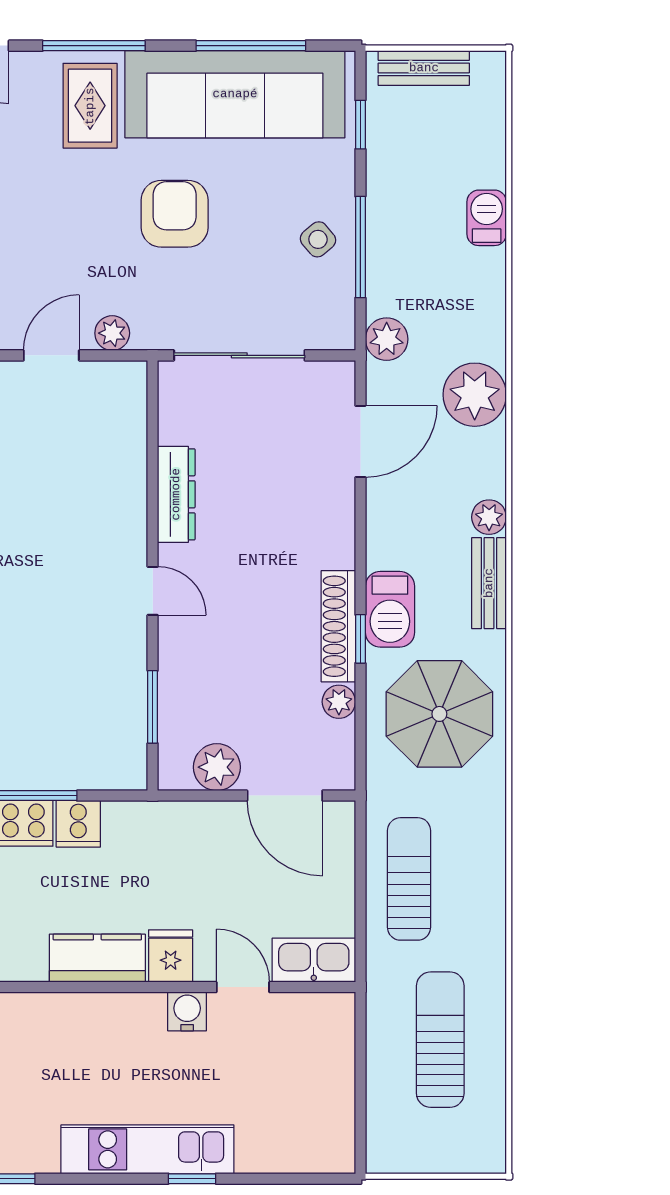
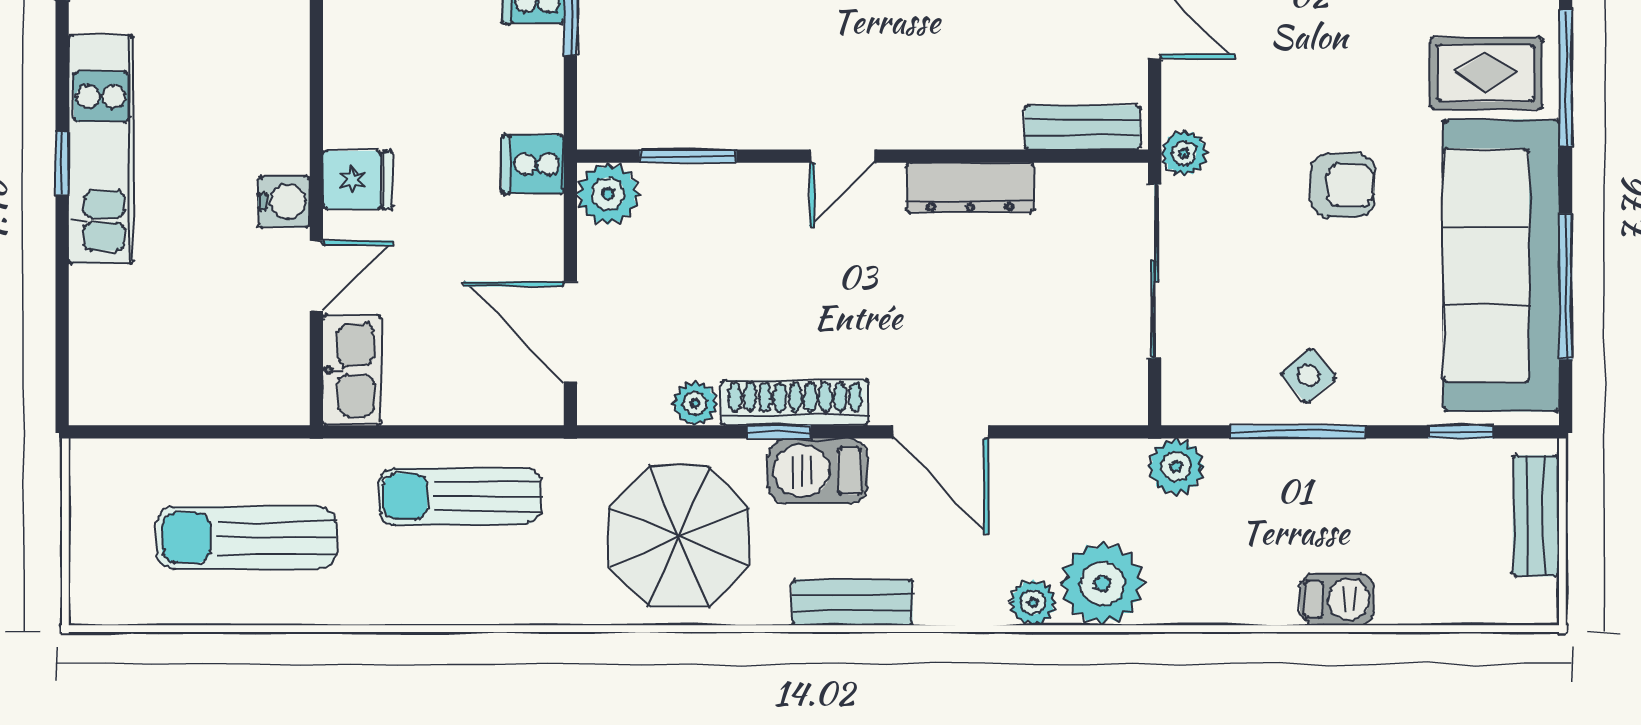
armchair: (175, 214) -> (1342, 185), width x0.72, depth x0.72
plant: (112, 333) -> (1184, 153), moved
bench: (131, 410) -> (1083, 127), added
door: (360, 441) -> (941, 432), moved
plant: (489, 517) -> (1033, 602), moved
plant: (217, 767) -> (608, 194), moved
door: (285, 796) -> (570, 332), hinge flipped
cooker: (78, 824) -> (533, 164), moved
sun lounger: (409, 879) -> (460, 496), turned 180
kitchen counter: (97, 958) -> (355, 83), removed
sun lounger: (440, 1040) -> (247, 538), turned 180
window: (192, 1179) -> (62, 163), moved

